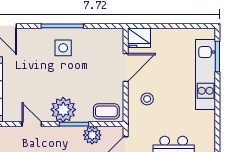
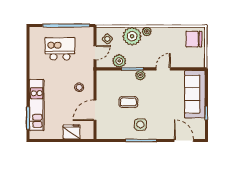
fridge: (139, 38) -> (72, 132), moved
plant: (63, 110) -> (140, 75), width x0.53, depth x0.53
coffee table: (106, 111) -> (128, 102), moved
door: (32, 124) -> (163, 69), swing flipped

